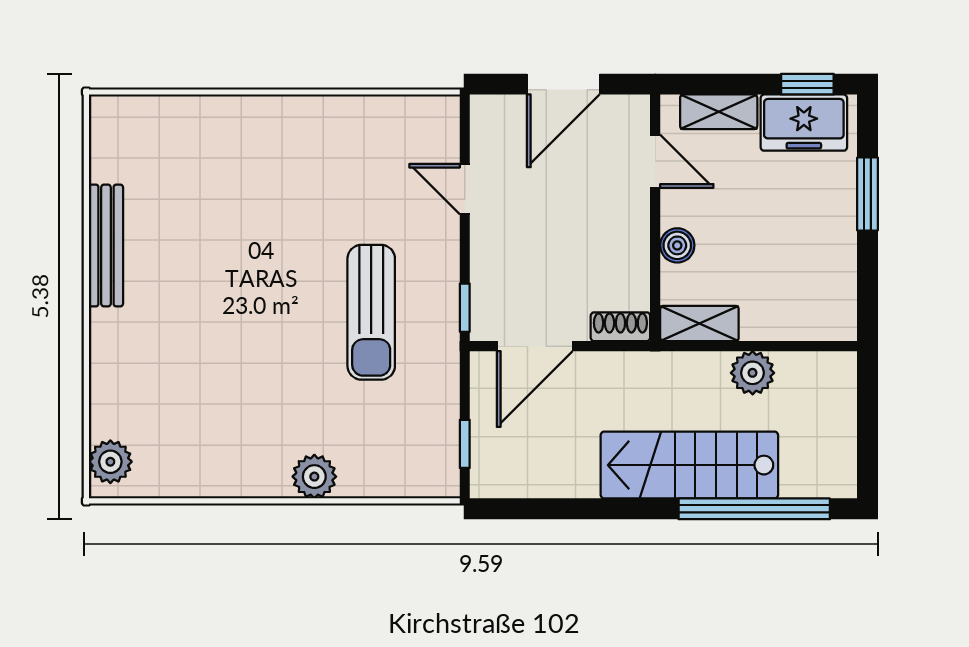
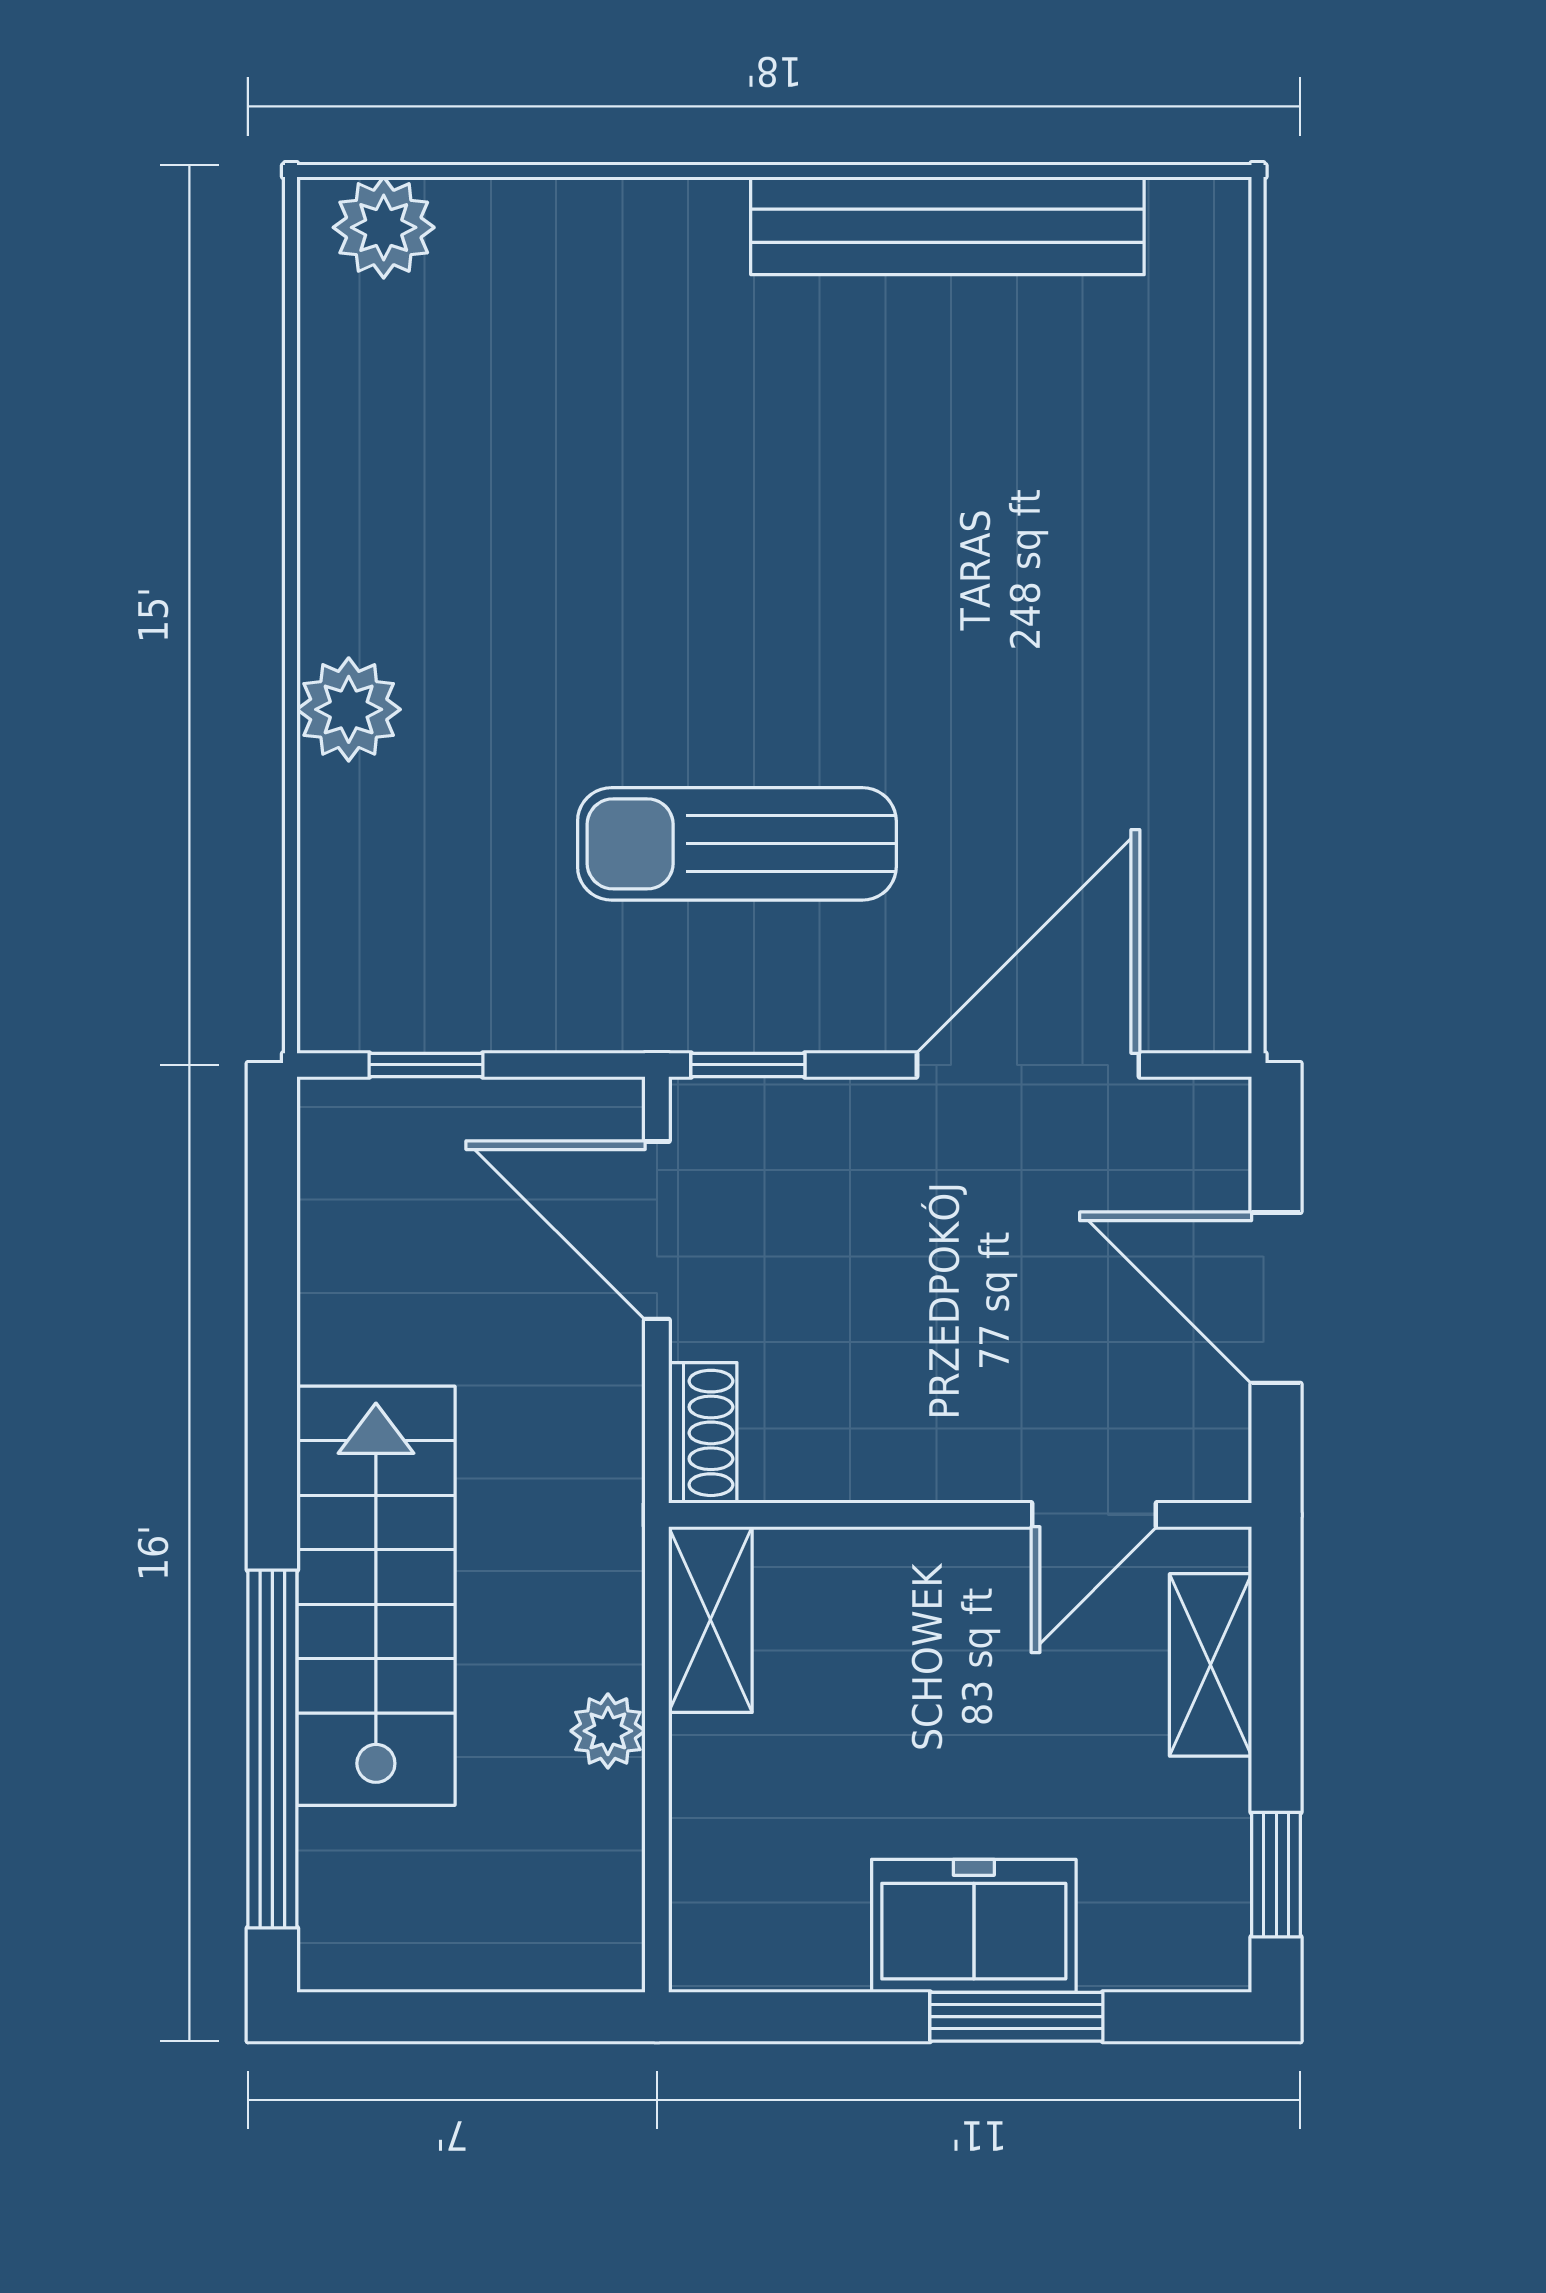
freezer: (804, 123) -> (974, 1926), moved, turned 90
door: (465, 189) -> (1028, 1065), width x1.87
boiler: (677, 245) -> (895, 1567), removed
bench: (106, 246) -> (947, 226), width x1.37, depth x1.21
plant: (753, 373) -> (608, 1731), width x0.73, depth x0.73

